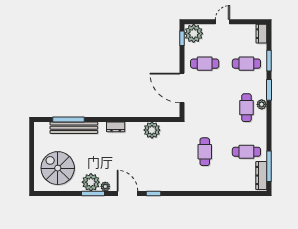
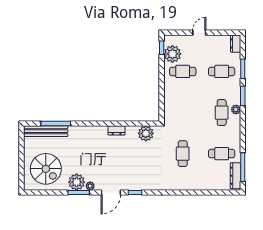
plant: (194, 33) -> (172, 54), moved
door: (182, 88) -> (162, 94), removed
dresser: (116, 127) -> (117, 130), moved
bench: (74, 128) -> (46, 131), moved
plant: (152, 130) -> (146, 133), moved
spiral stairs: (58, 168) -> (46, 169), turned 180
door: (128, 193) -> (111, 192), swing flipped

